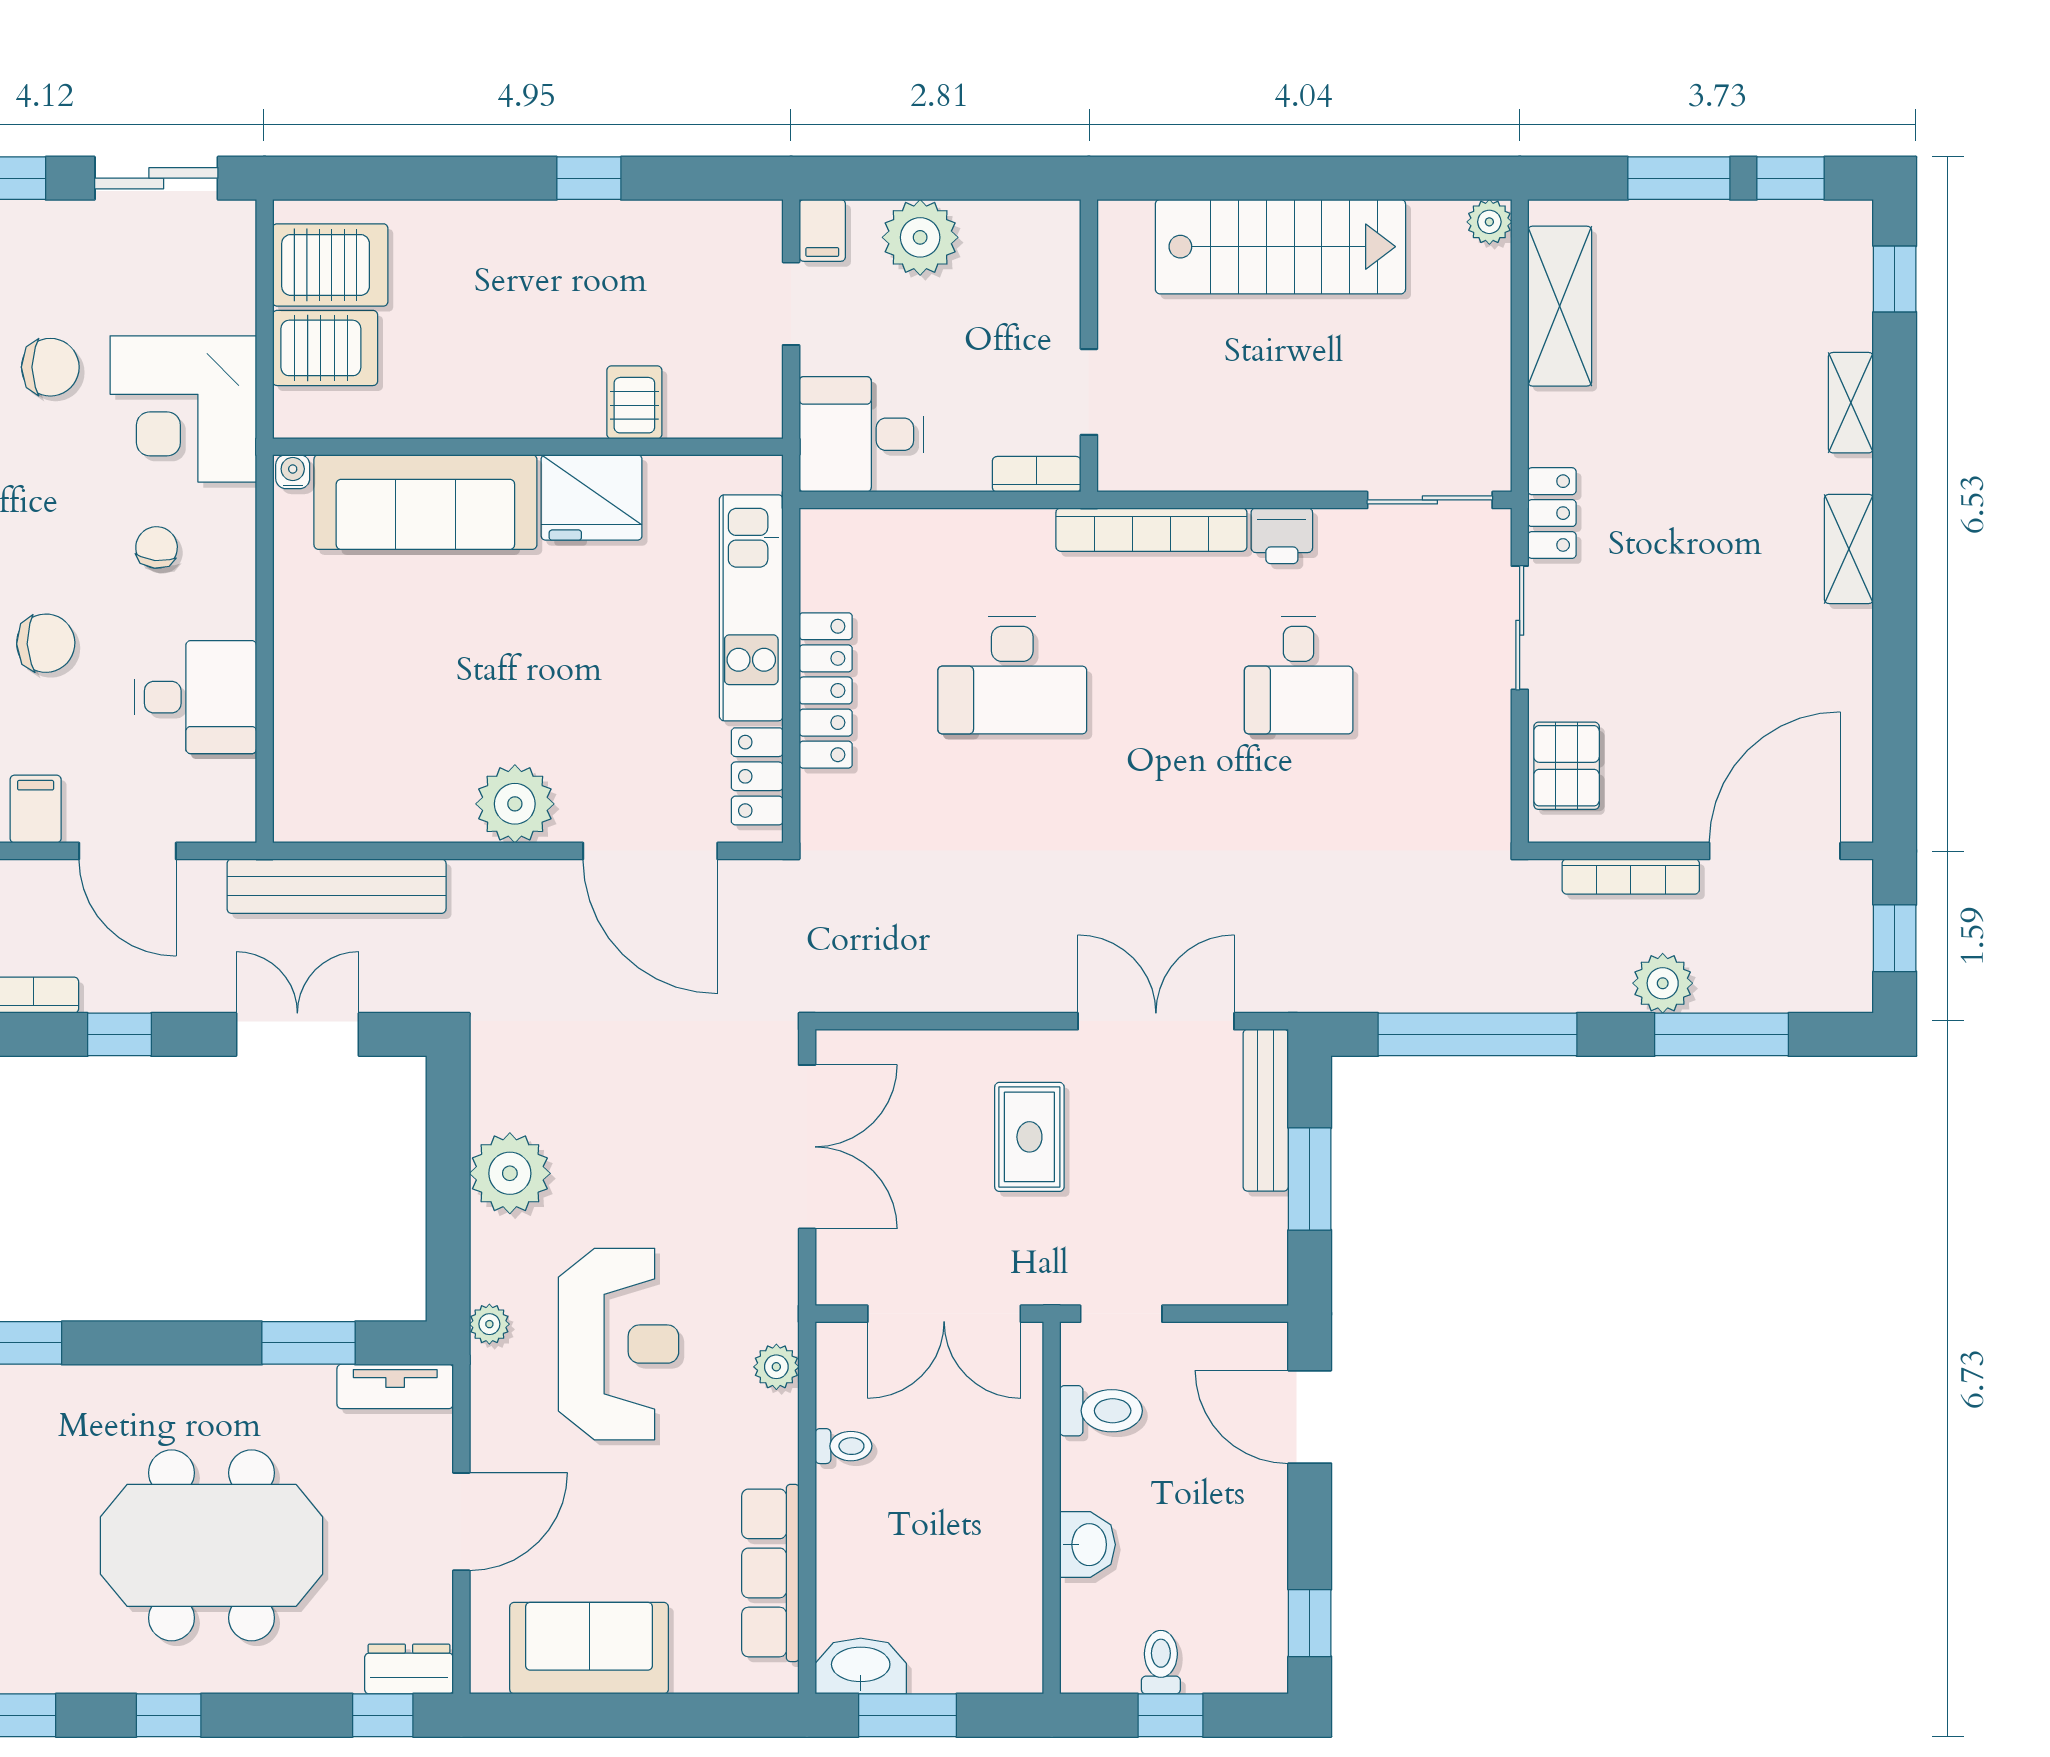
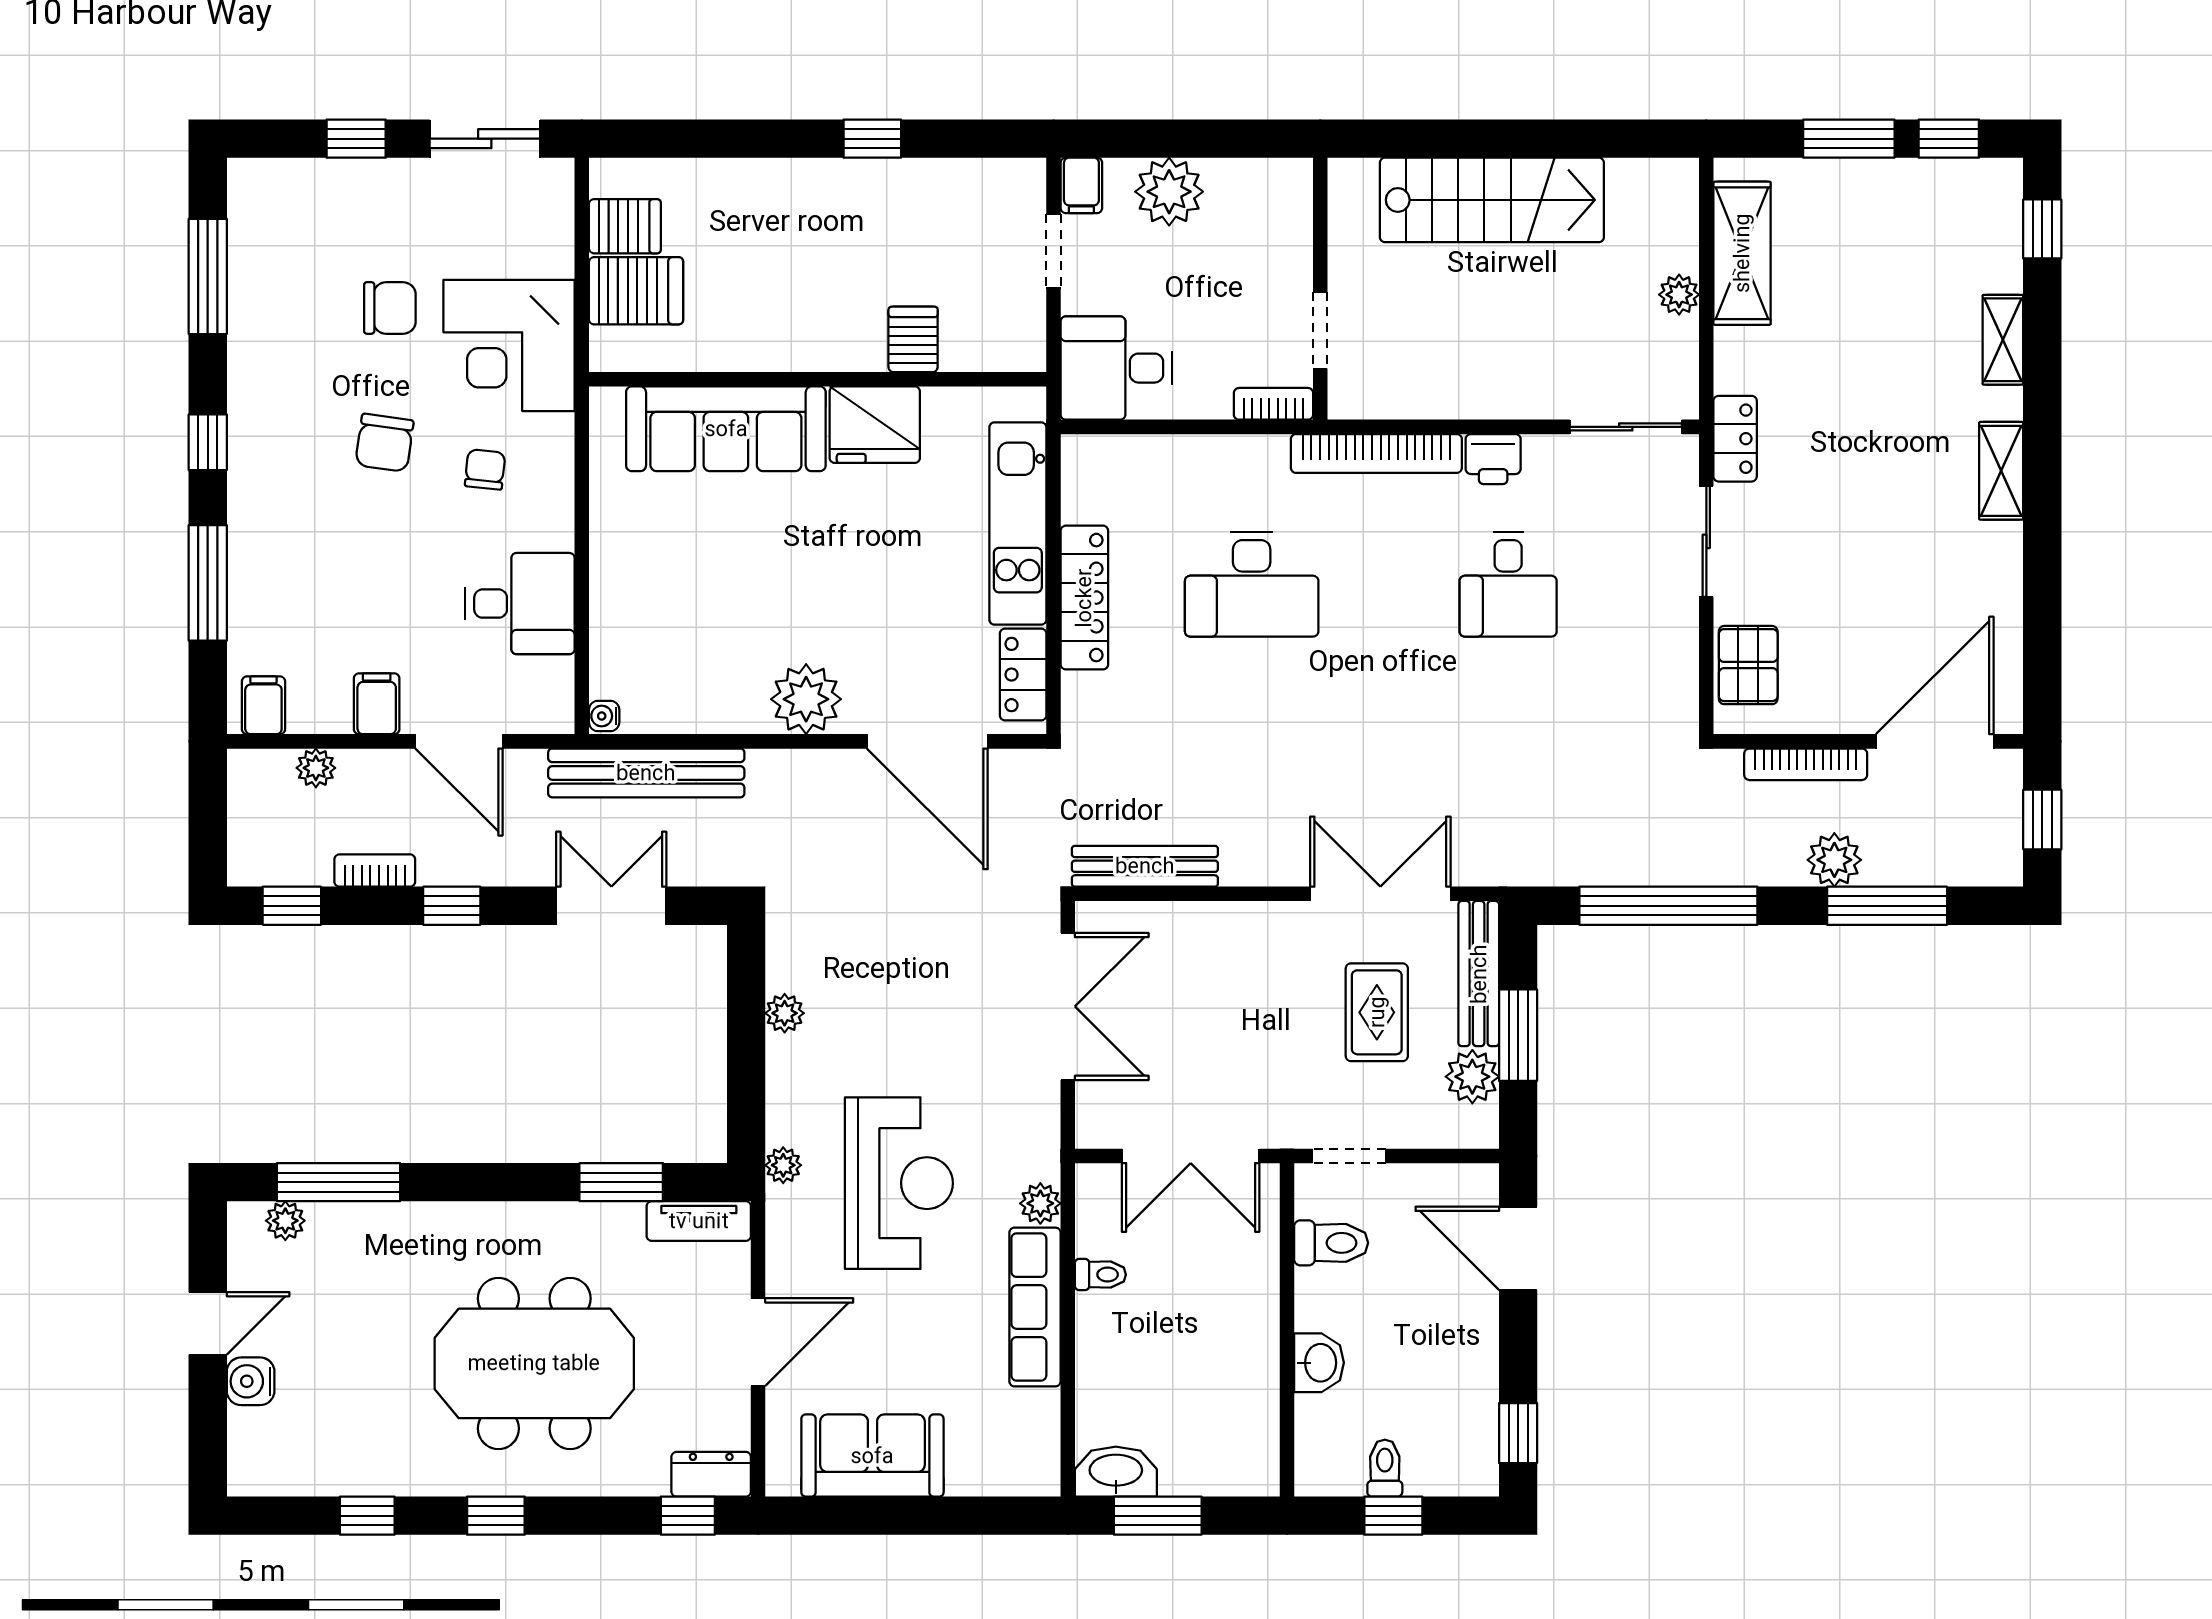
plant: (1489, 222) -> (1679, 295), moved
server rack: (330, 265) -> (625, 226), width x0.73, depth x0.70
water cooler: (293, 472) -> (604, 716), moved, turned -90
chair: (46, 643) -> (384, 443), moved, turned 100
bench: (893, 990) -> (1145, 866), added
rug: (1029, 1137) -> (1377, 1012), moved
plant: (510, 1173) -> (785, 1013), width x0.53, depth x0.53
plant: (1259, 1225) -> (1472, 1077), added
row of seats: (770, 1573) -> (1035, 1307), moved

